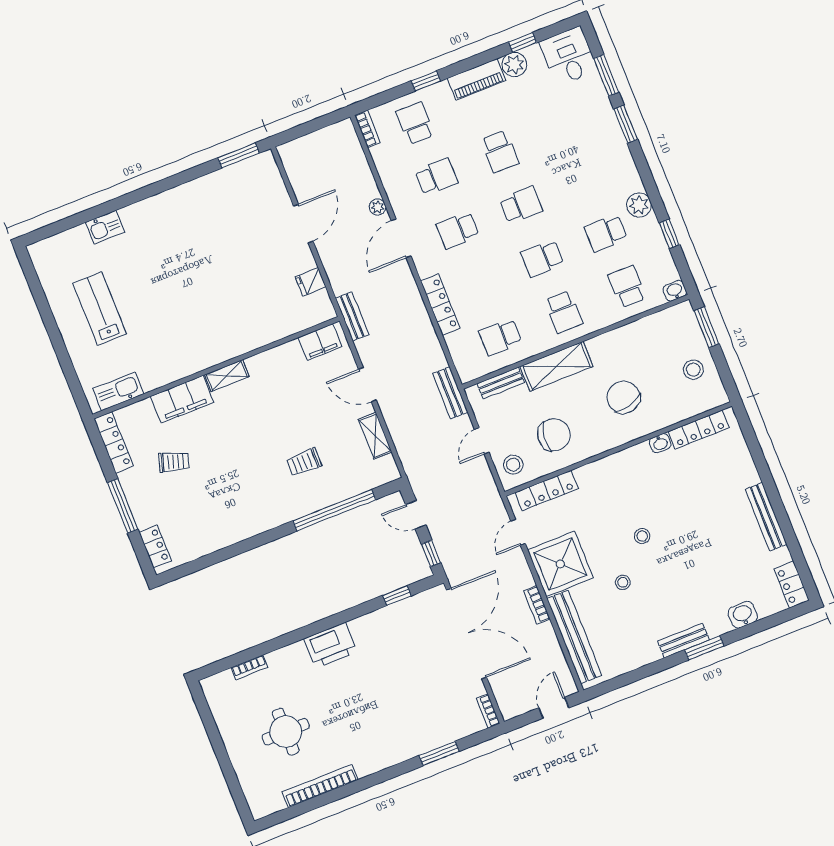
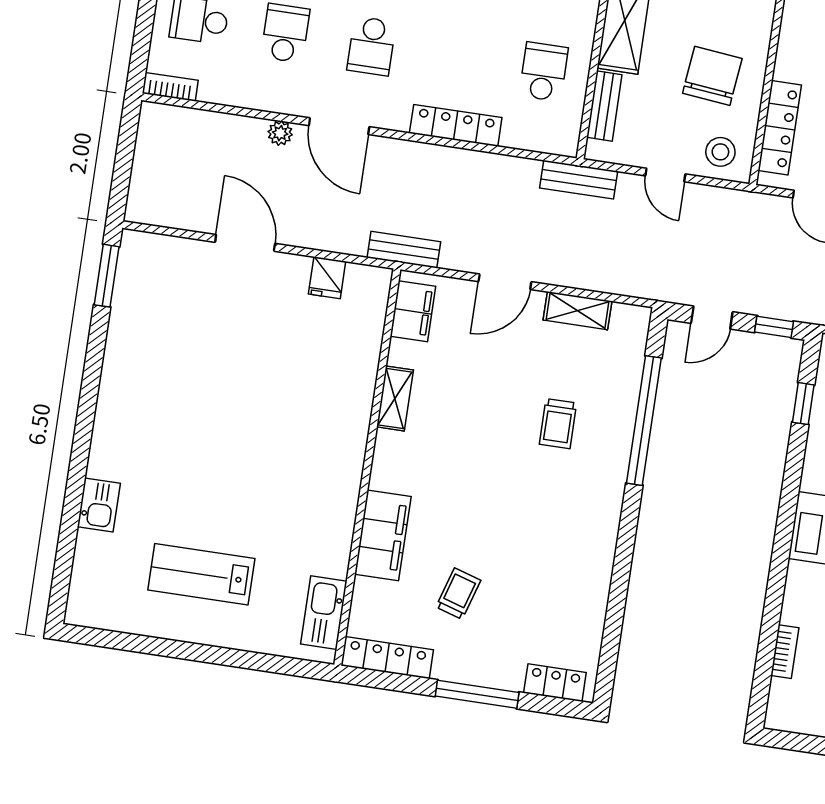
school desk: (500, 337) -> (544, 72), turned 180
shelving: (227, 376) -> (395, 398), moved

